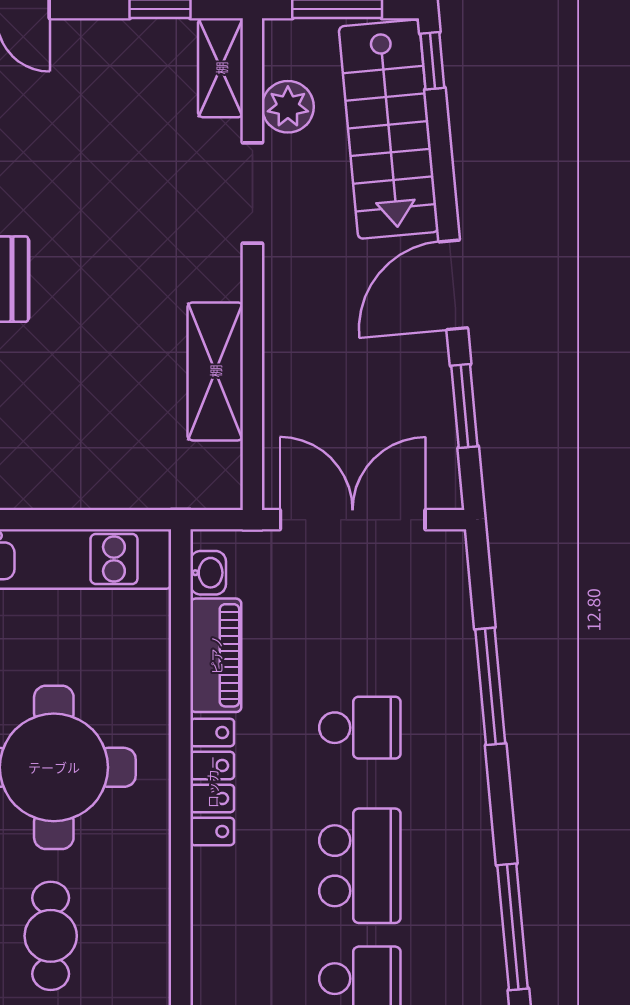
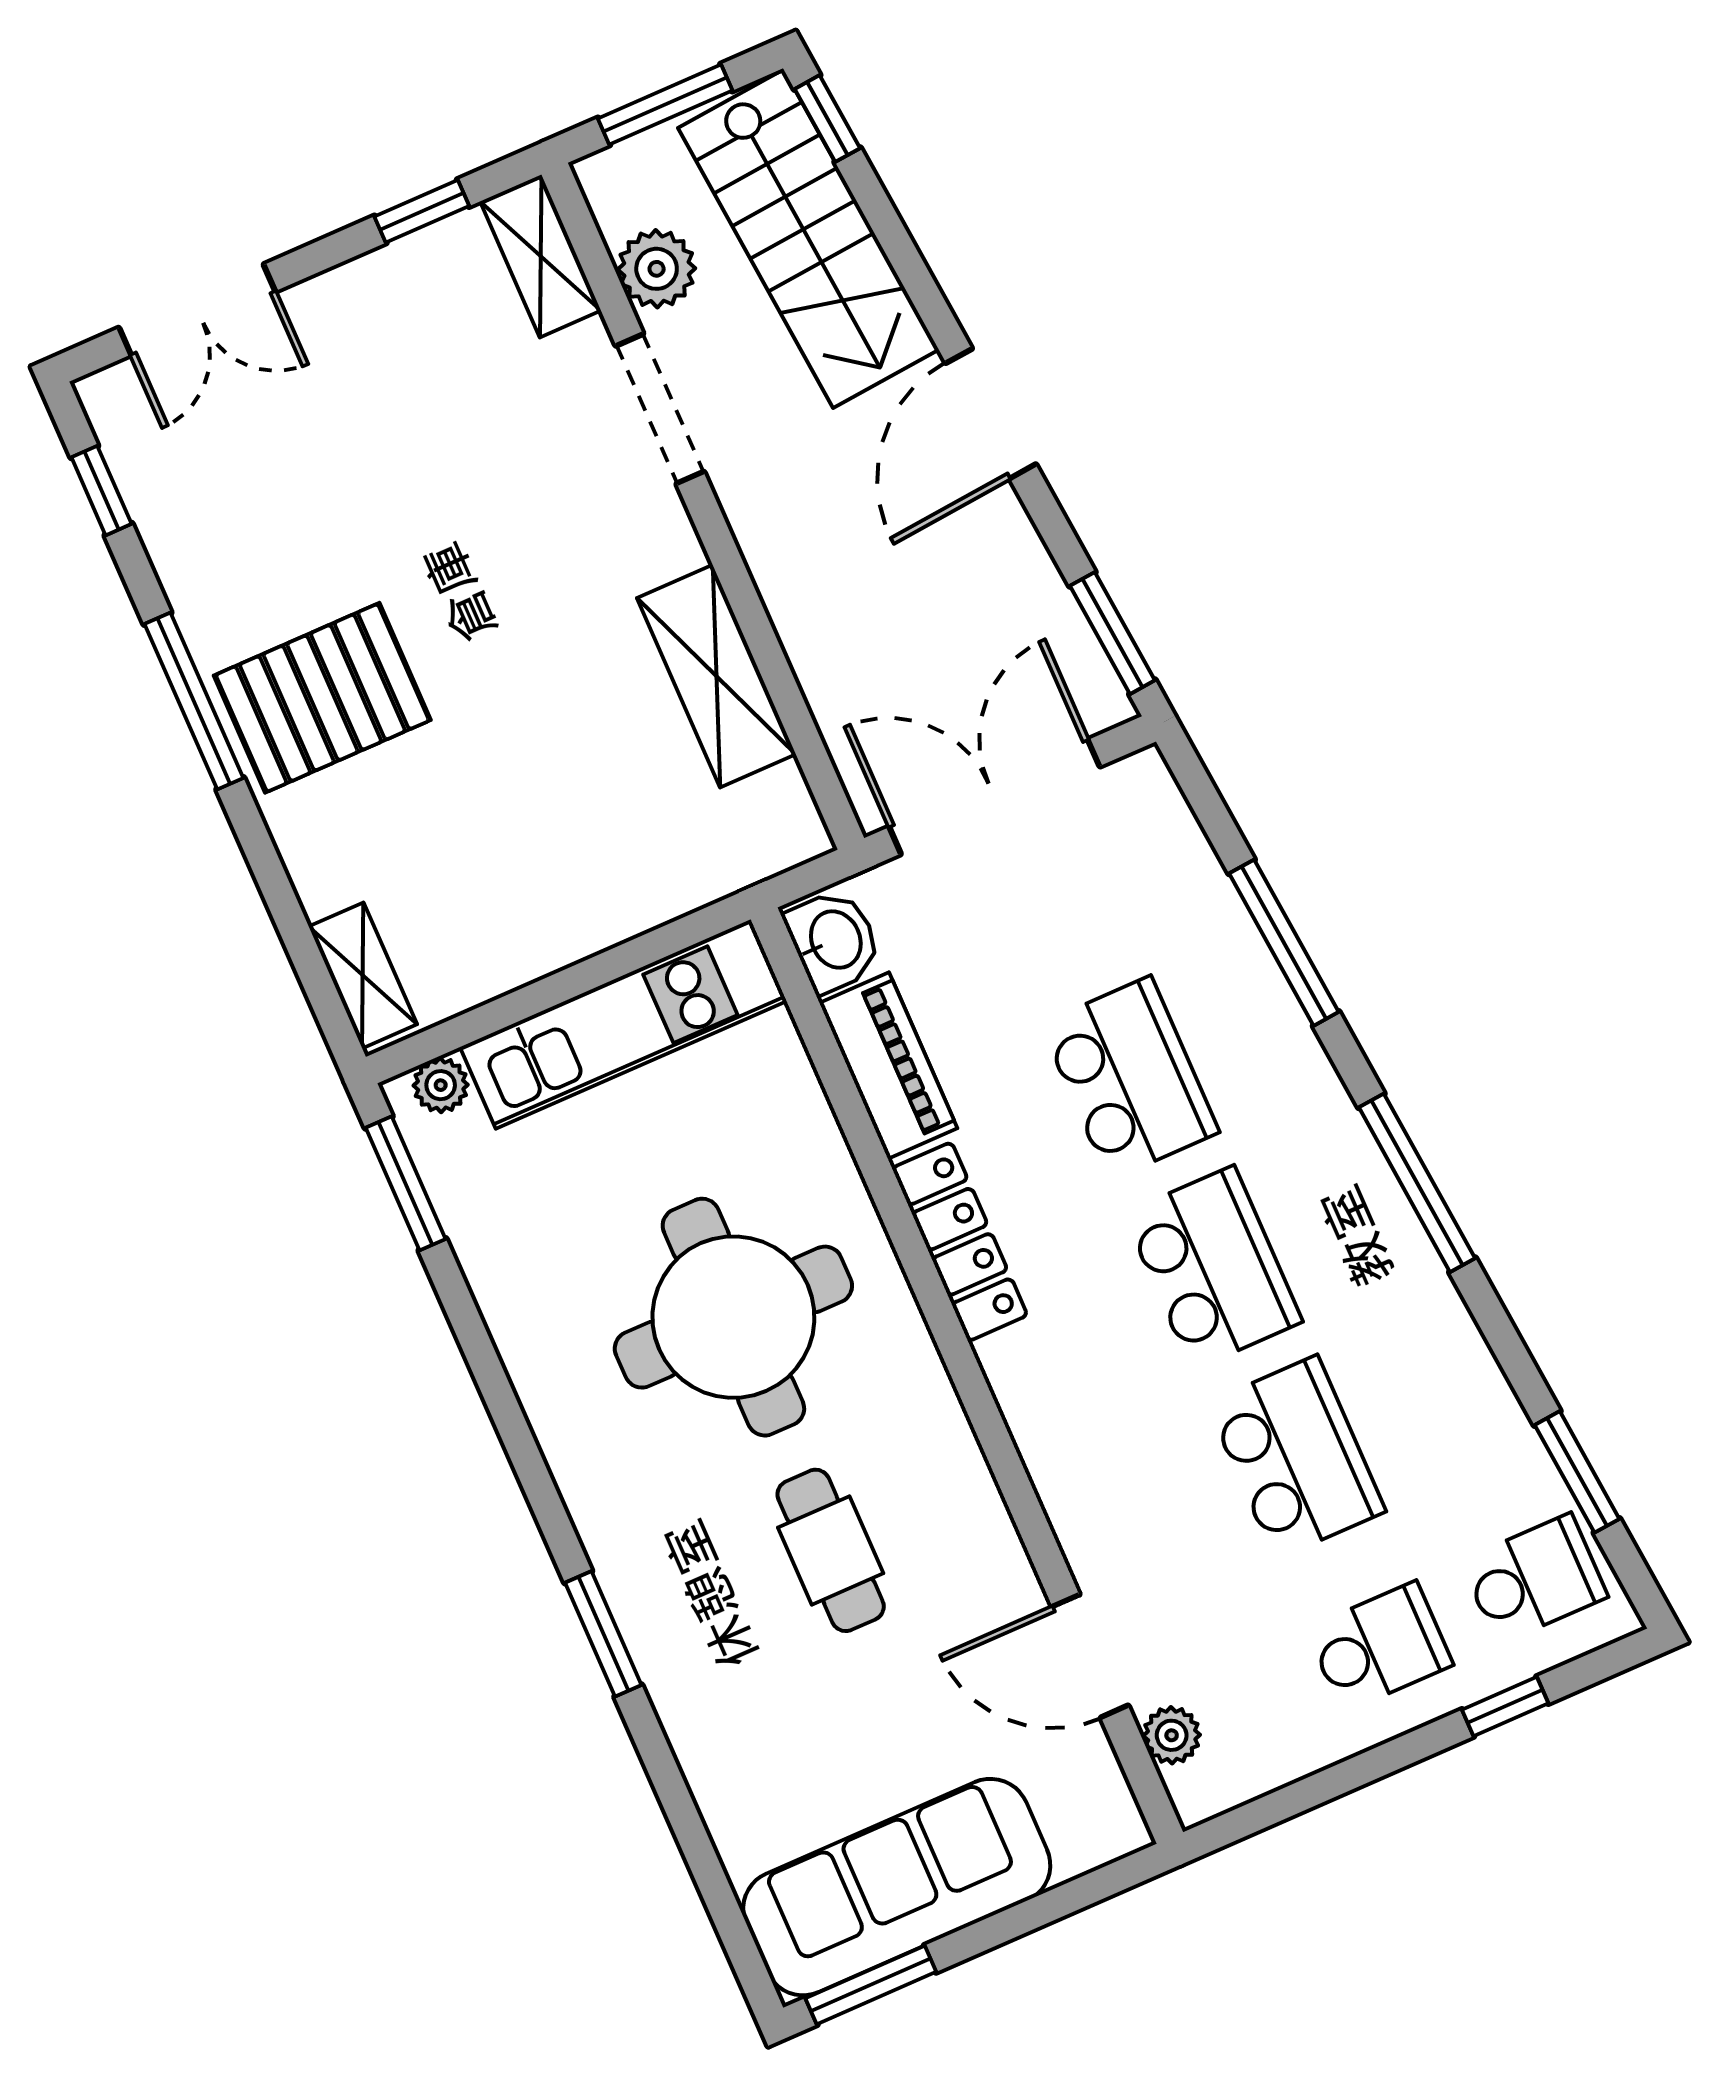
window: (464, 406) -> (1112, 633), moved
washbasin: (208, 573) -> (834, 940), width x1.38, depth x1.45
school desk: (360, 728) -> (1130, 1078), width x1.85
window: (513, 927) -> (1417, 1183), moved

